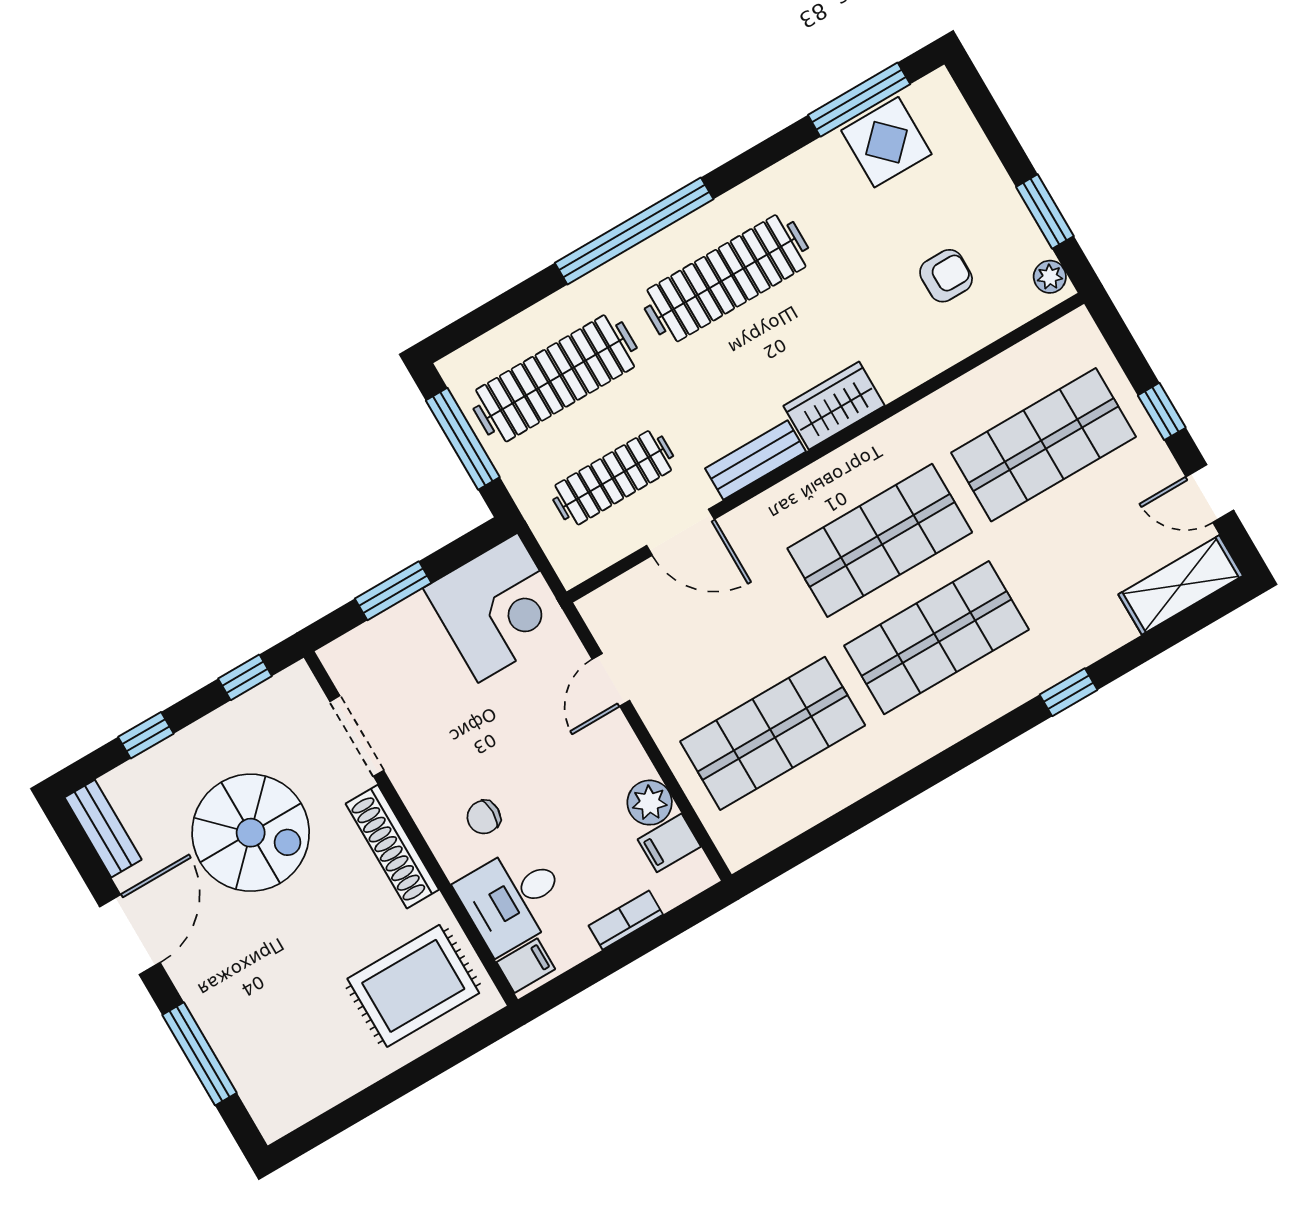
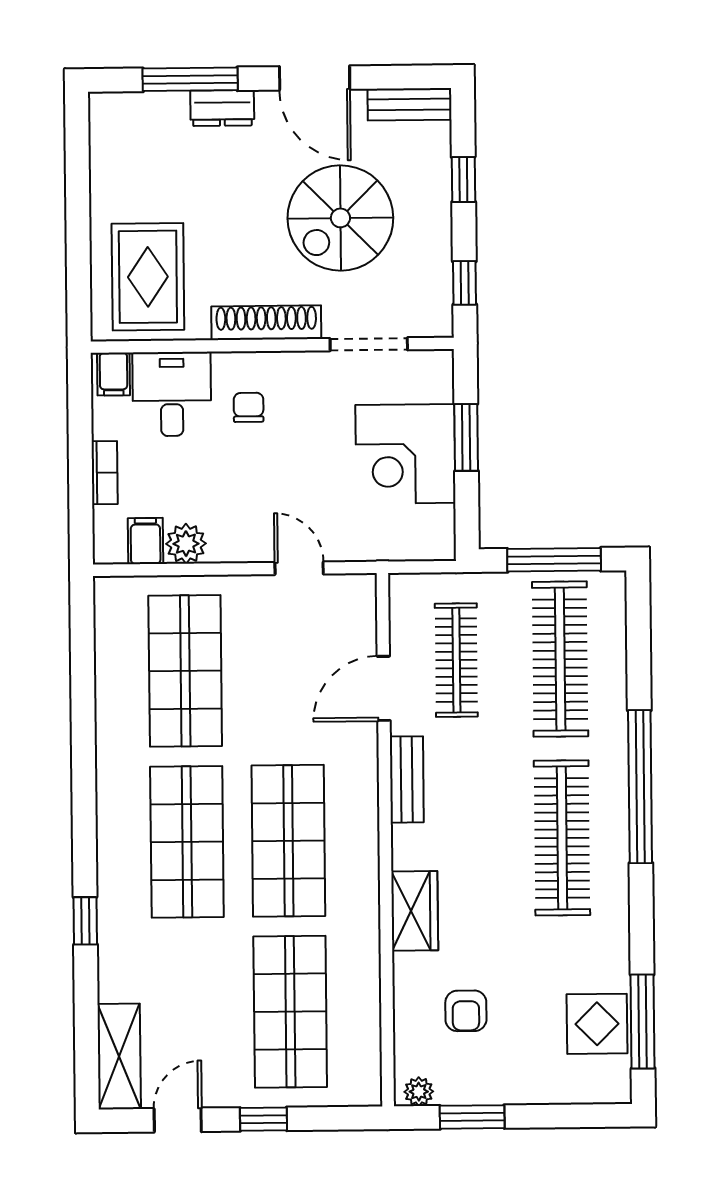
wardrobe: (834, 406) -> (415, 911), moved
corner desk: (498, 608) -> (405, 454), moved
dresser: (210, 1007) -> (222, 108), added

